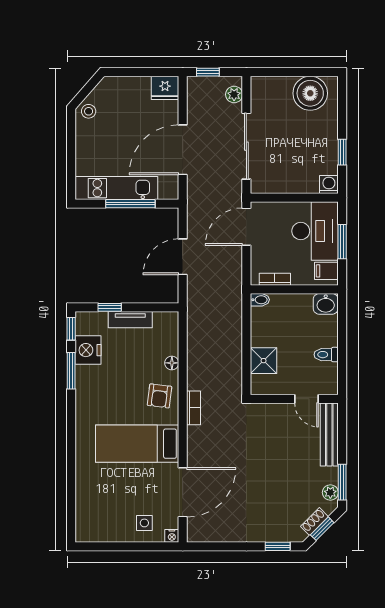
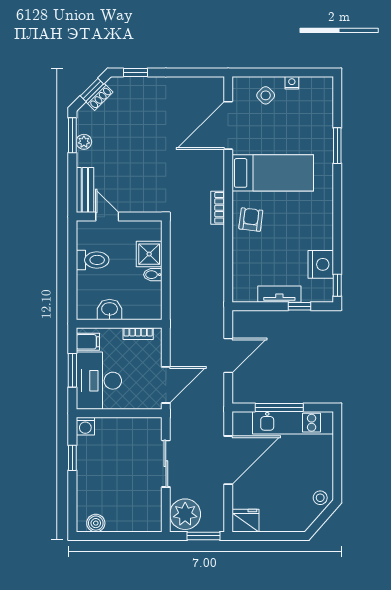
window: (208, 72) -> (204, 536), width x1.50
boiler: (310, 93) -> (96, 523), width x0.54, depth x0.54
plant: (234, 94) -> (185, 514), width x1.88, depth x1.88
sliding door: (246, 146) -> (166, 464), width x0.73
bidet: (260, 300) -> (153, 275), moved
washbasin: (326, 304) -> (110, 310), moved
toilet: (326, 355) -> (93, 260), width x1.37, depth x1.39
floor lamp: (172, 363) -> (239, 252), removed
window: (71, 371) -> (337, 146), moved
bench: (329, 434) -> (85, 190), width x0.73
plant: (330, 493) -> (84, 142), moved
side table: (144, 523) -> (266, 95), turned 45
nightstand: (172, 536) -> (292, 83), moved

